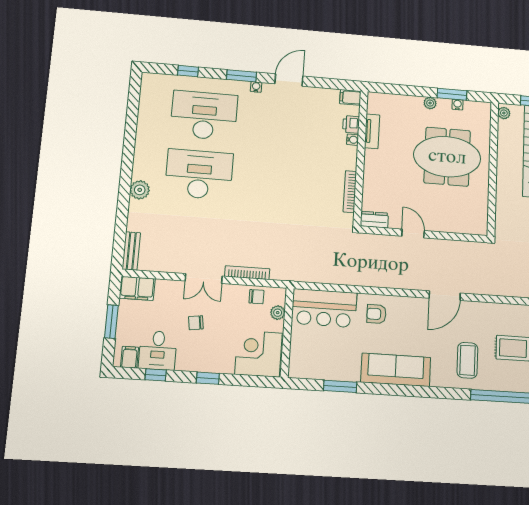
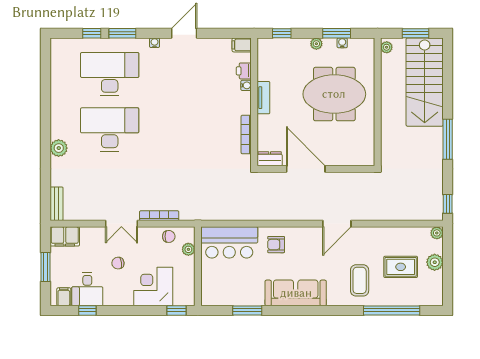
window: (241, 76) -> (122, 33), moved
window: (394, 89) -> (282, 33), added
tv unit: (372, 131) -> (263, 98), moved
door: (413, 233) -> (306, 169), width x1.87
corner desk: (259, 354) -> (153, 287), moved
window: (208, 378) -> (177, 310), moved

